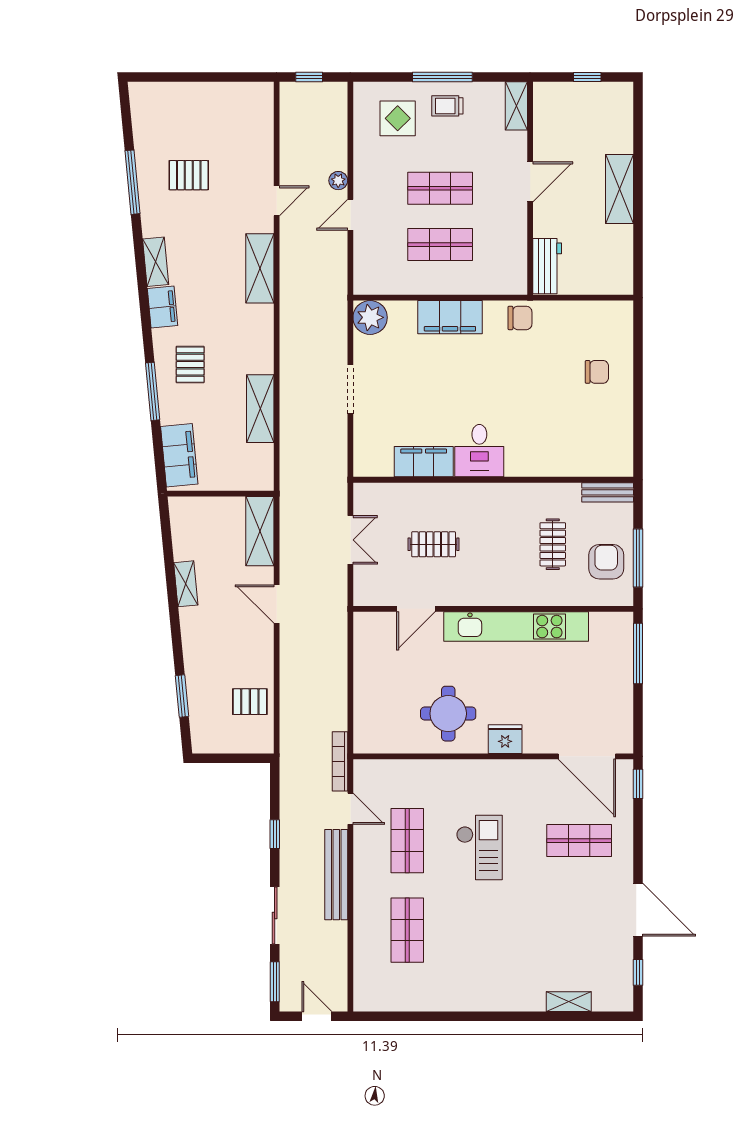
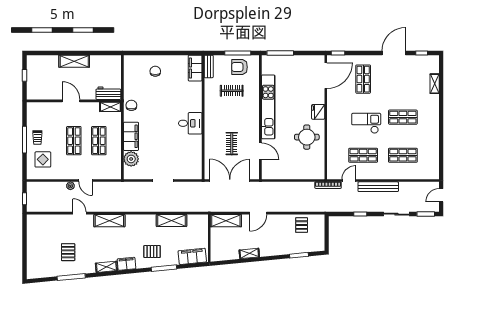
shelving: (516, 106) -> (110, 107), moved
plant: (370, 317) -> (131, 159), moved
filing cabinet: (424, 462) -> (195, 68), moved
double door: (350, 540) -> (230, 181), width x1.87
shop shelf: (493, 930) -> (403, 117), added

